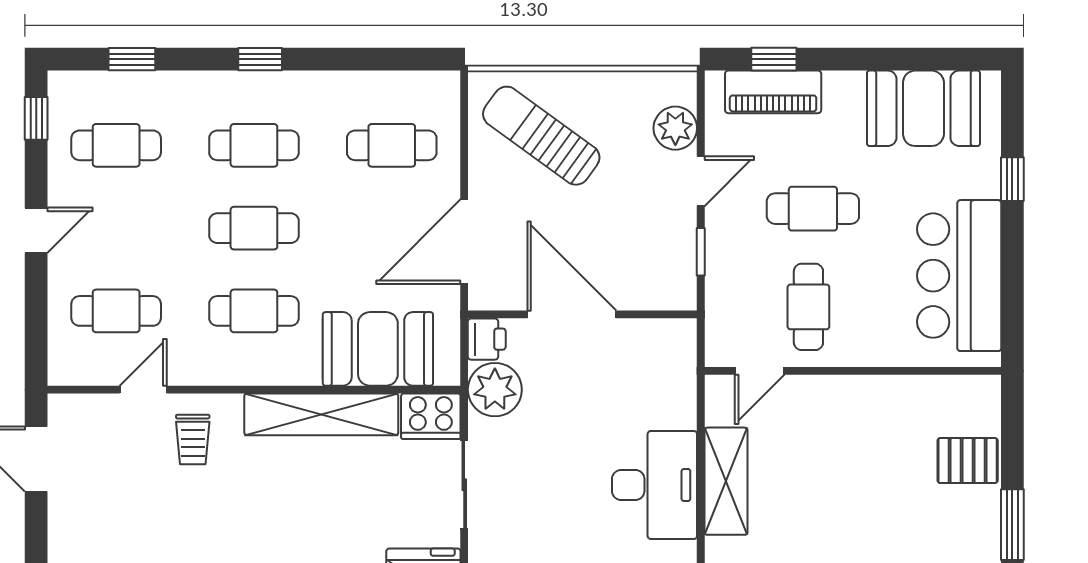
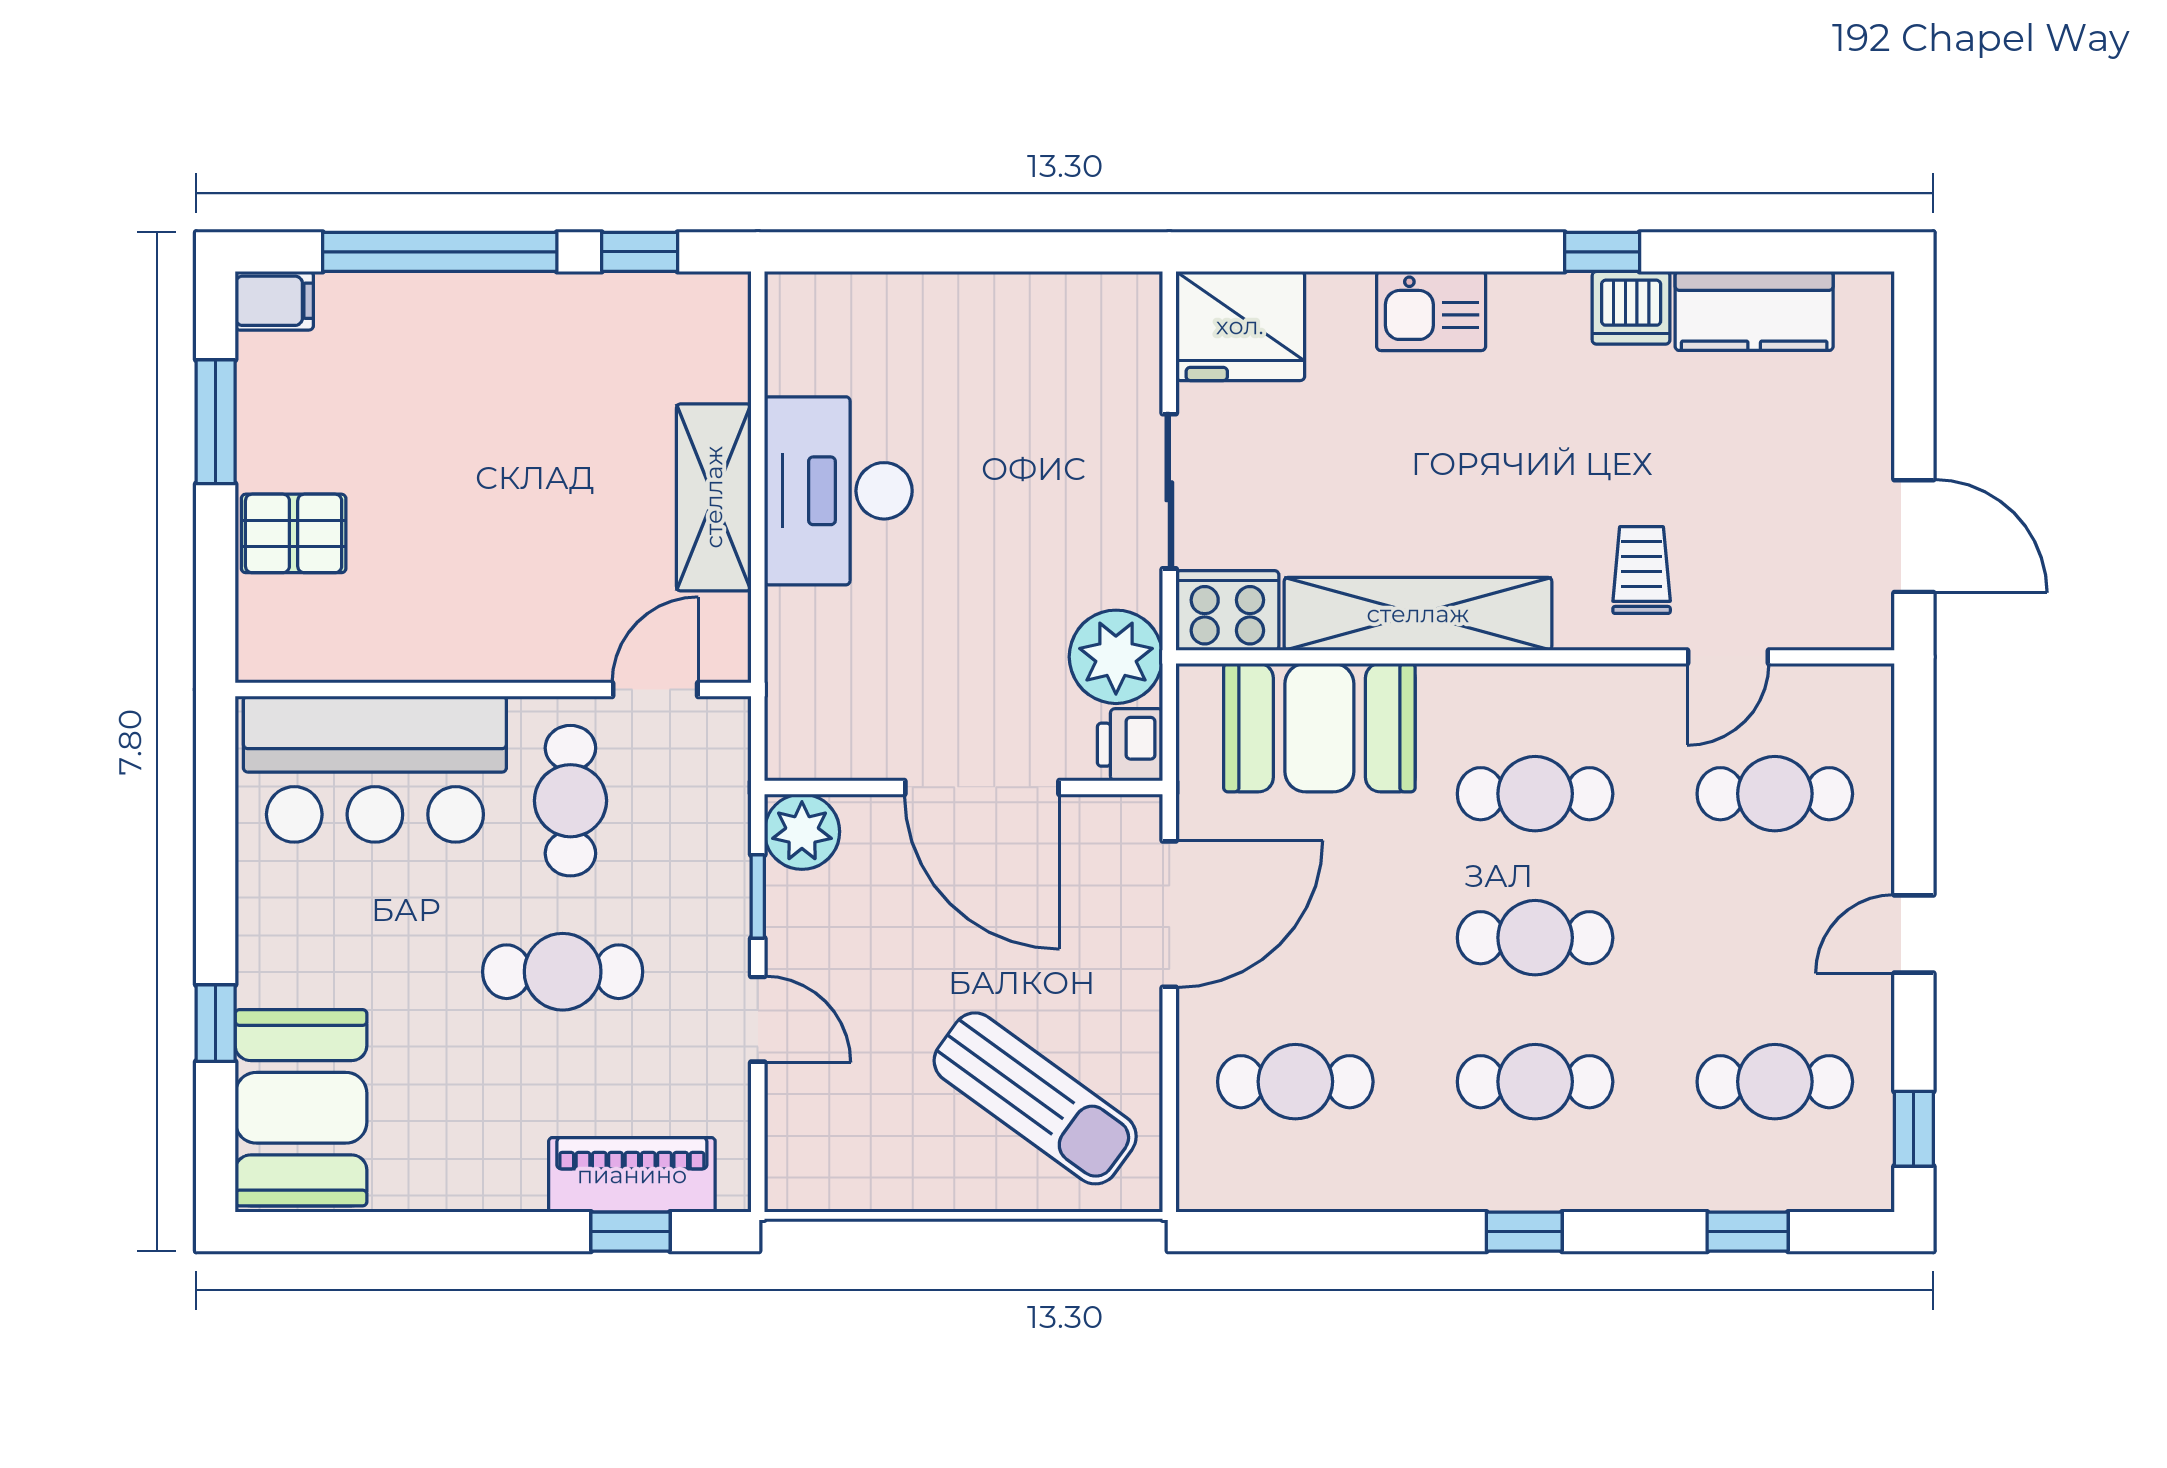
booth: (923, 108) -> (301, 1108), moved, turned 90
plant: (675, 128) -> (802, 832), moved
door: (701, 181) -> (758, 1019), swing flipped
bar counter: (959, 276) -> (375, 769), moved, turned 90

